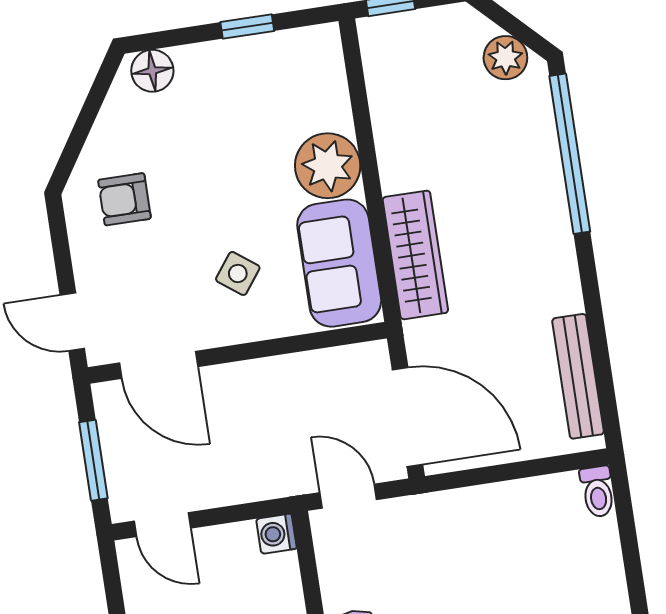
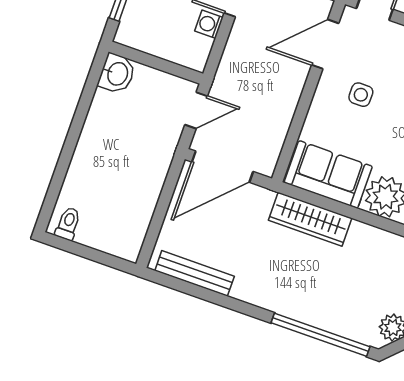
side table: (238, 273) -> (361, 95), moved, turned -37
toilet: (598, 492) -> (68, 224), moved, turned 90
washing machine: (276, 534) -> (209, 24), moved, turned -90

